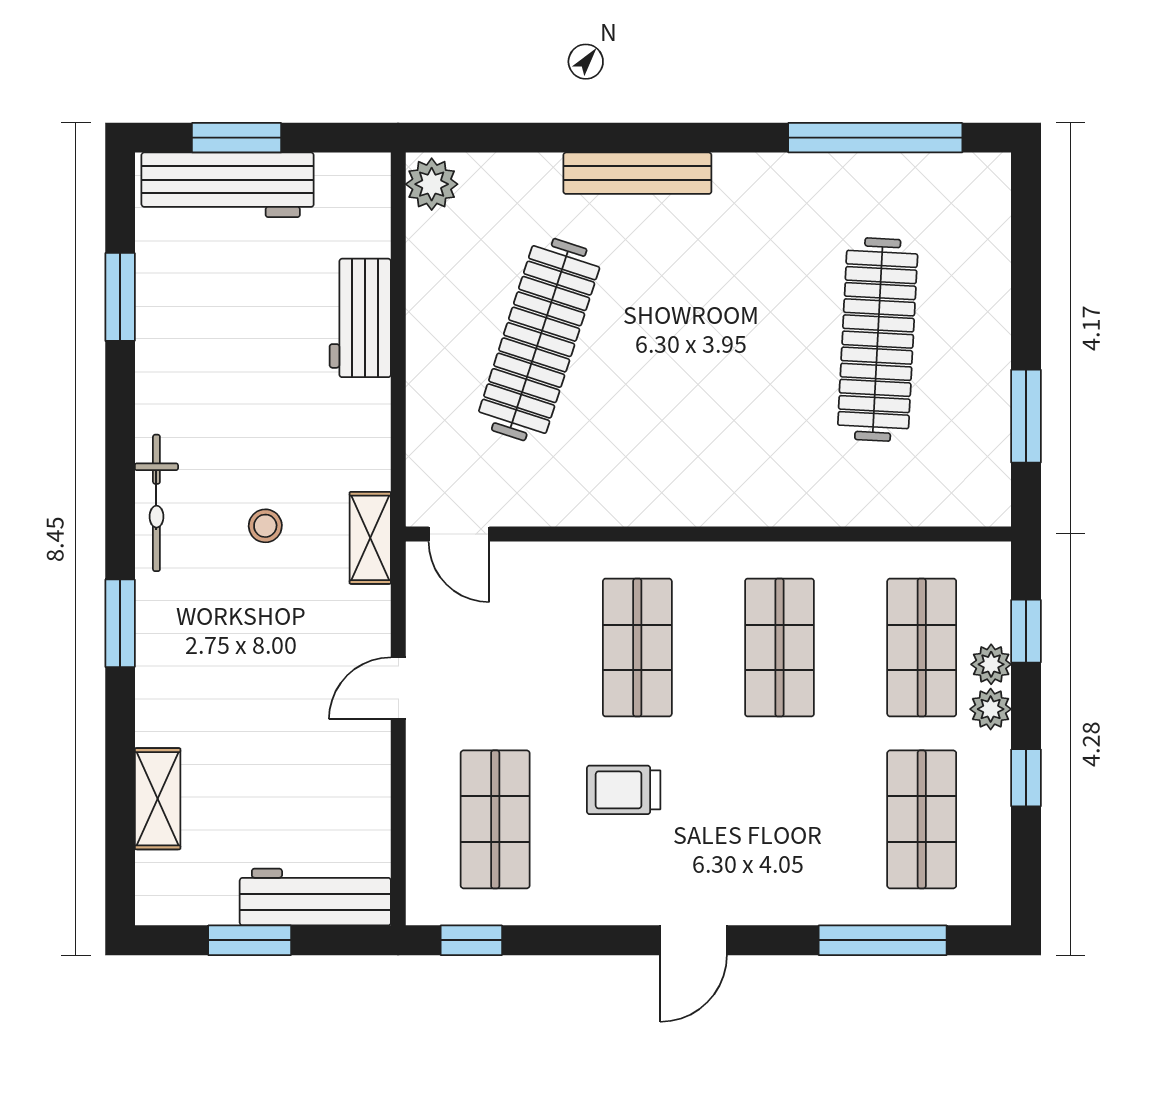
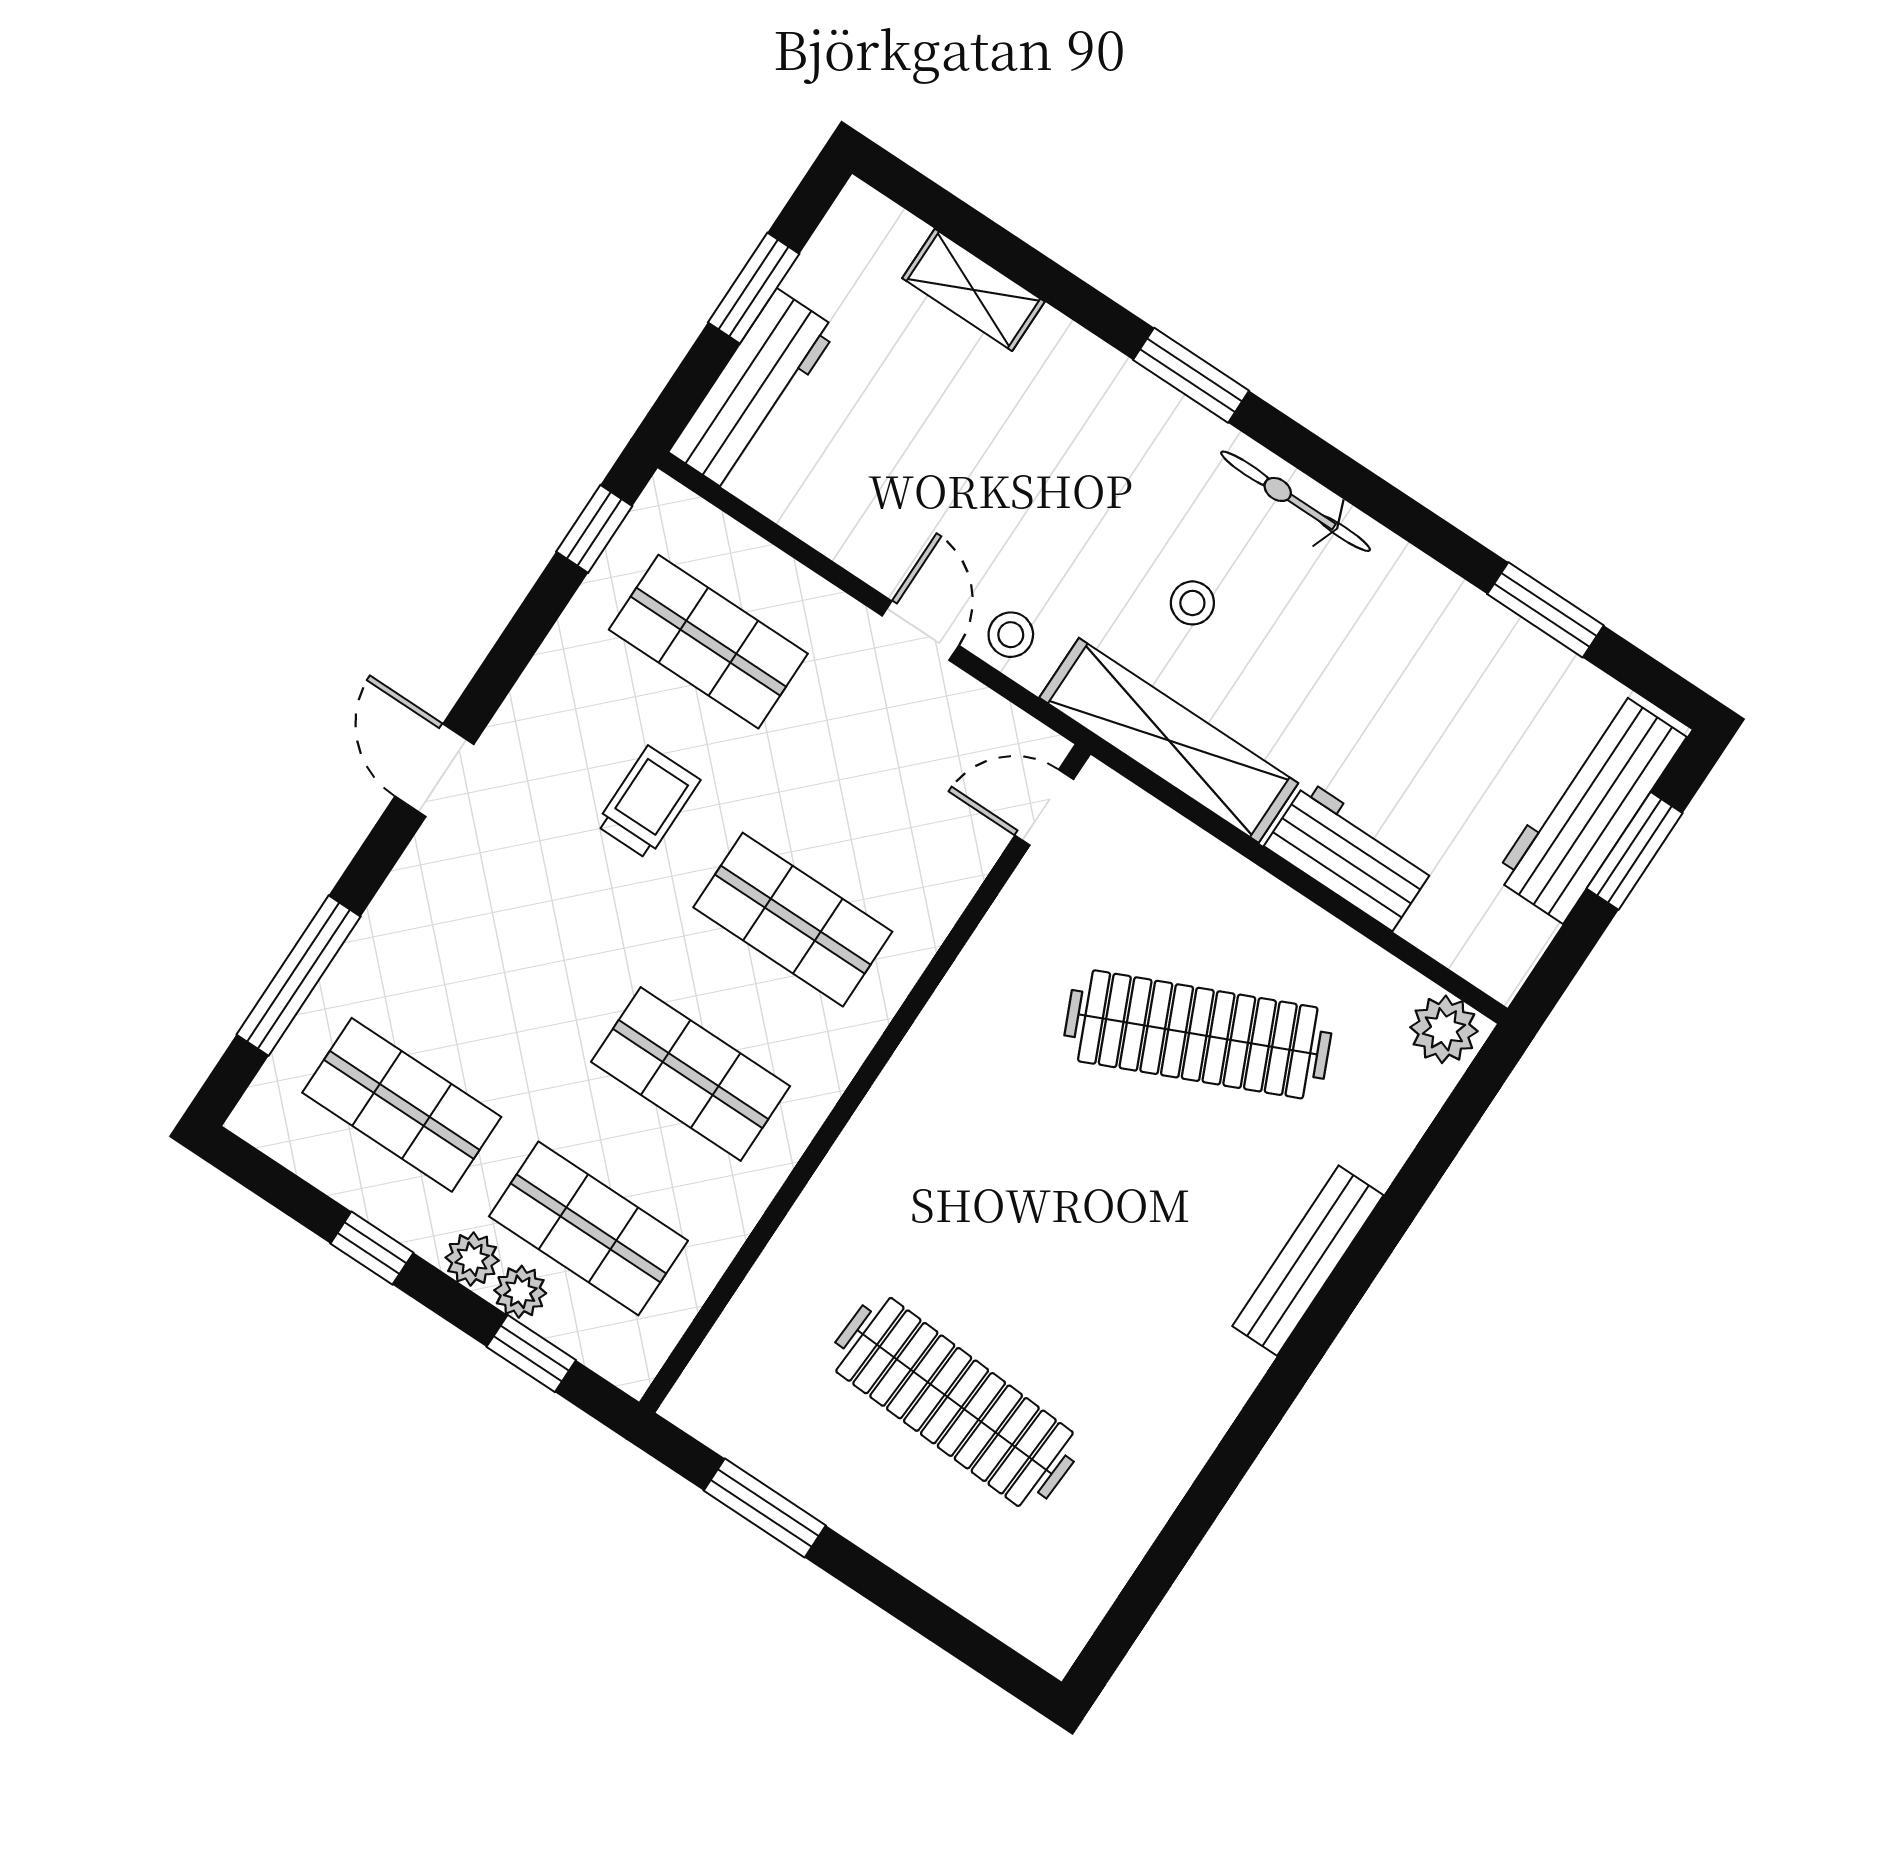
window: (875, 138) -> (1176, 1544), removed
clothes rail: (539, 340) -> (1198, 1034), turned -42
shelving: (370, 538) -> (1169, 740), width x2.20, depth x1.33
stool: (363, 629) -> (1011, 635), added

